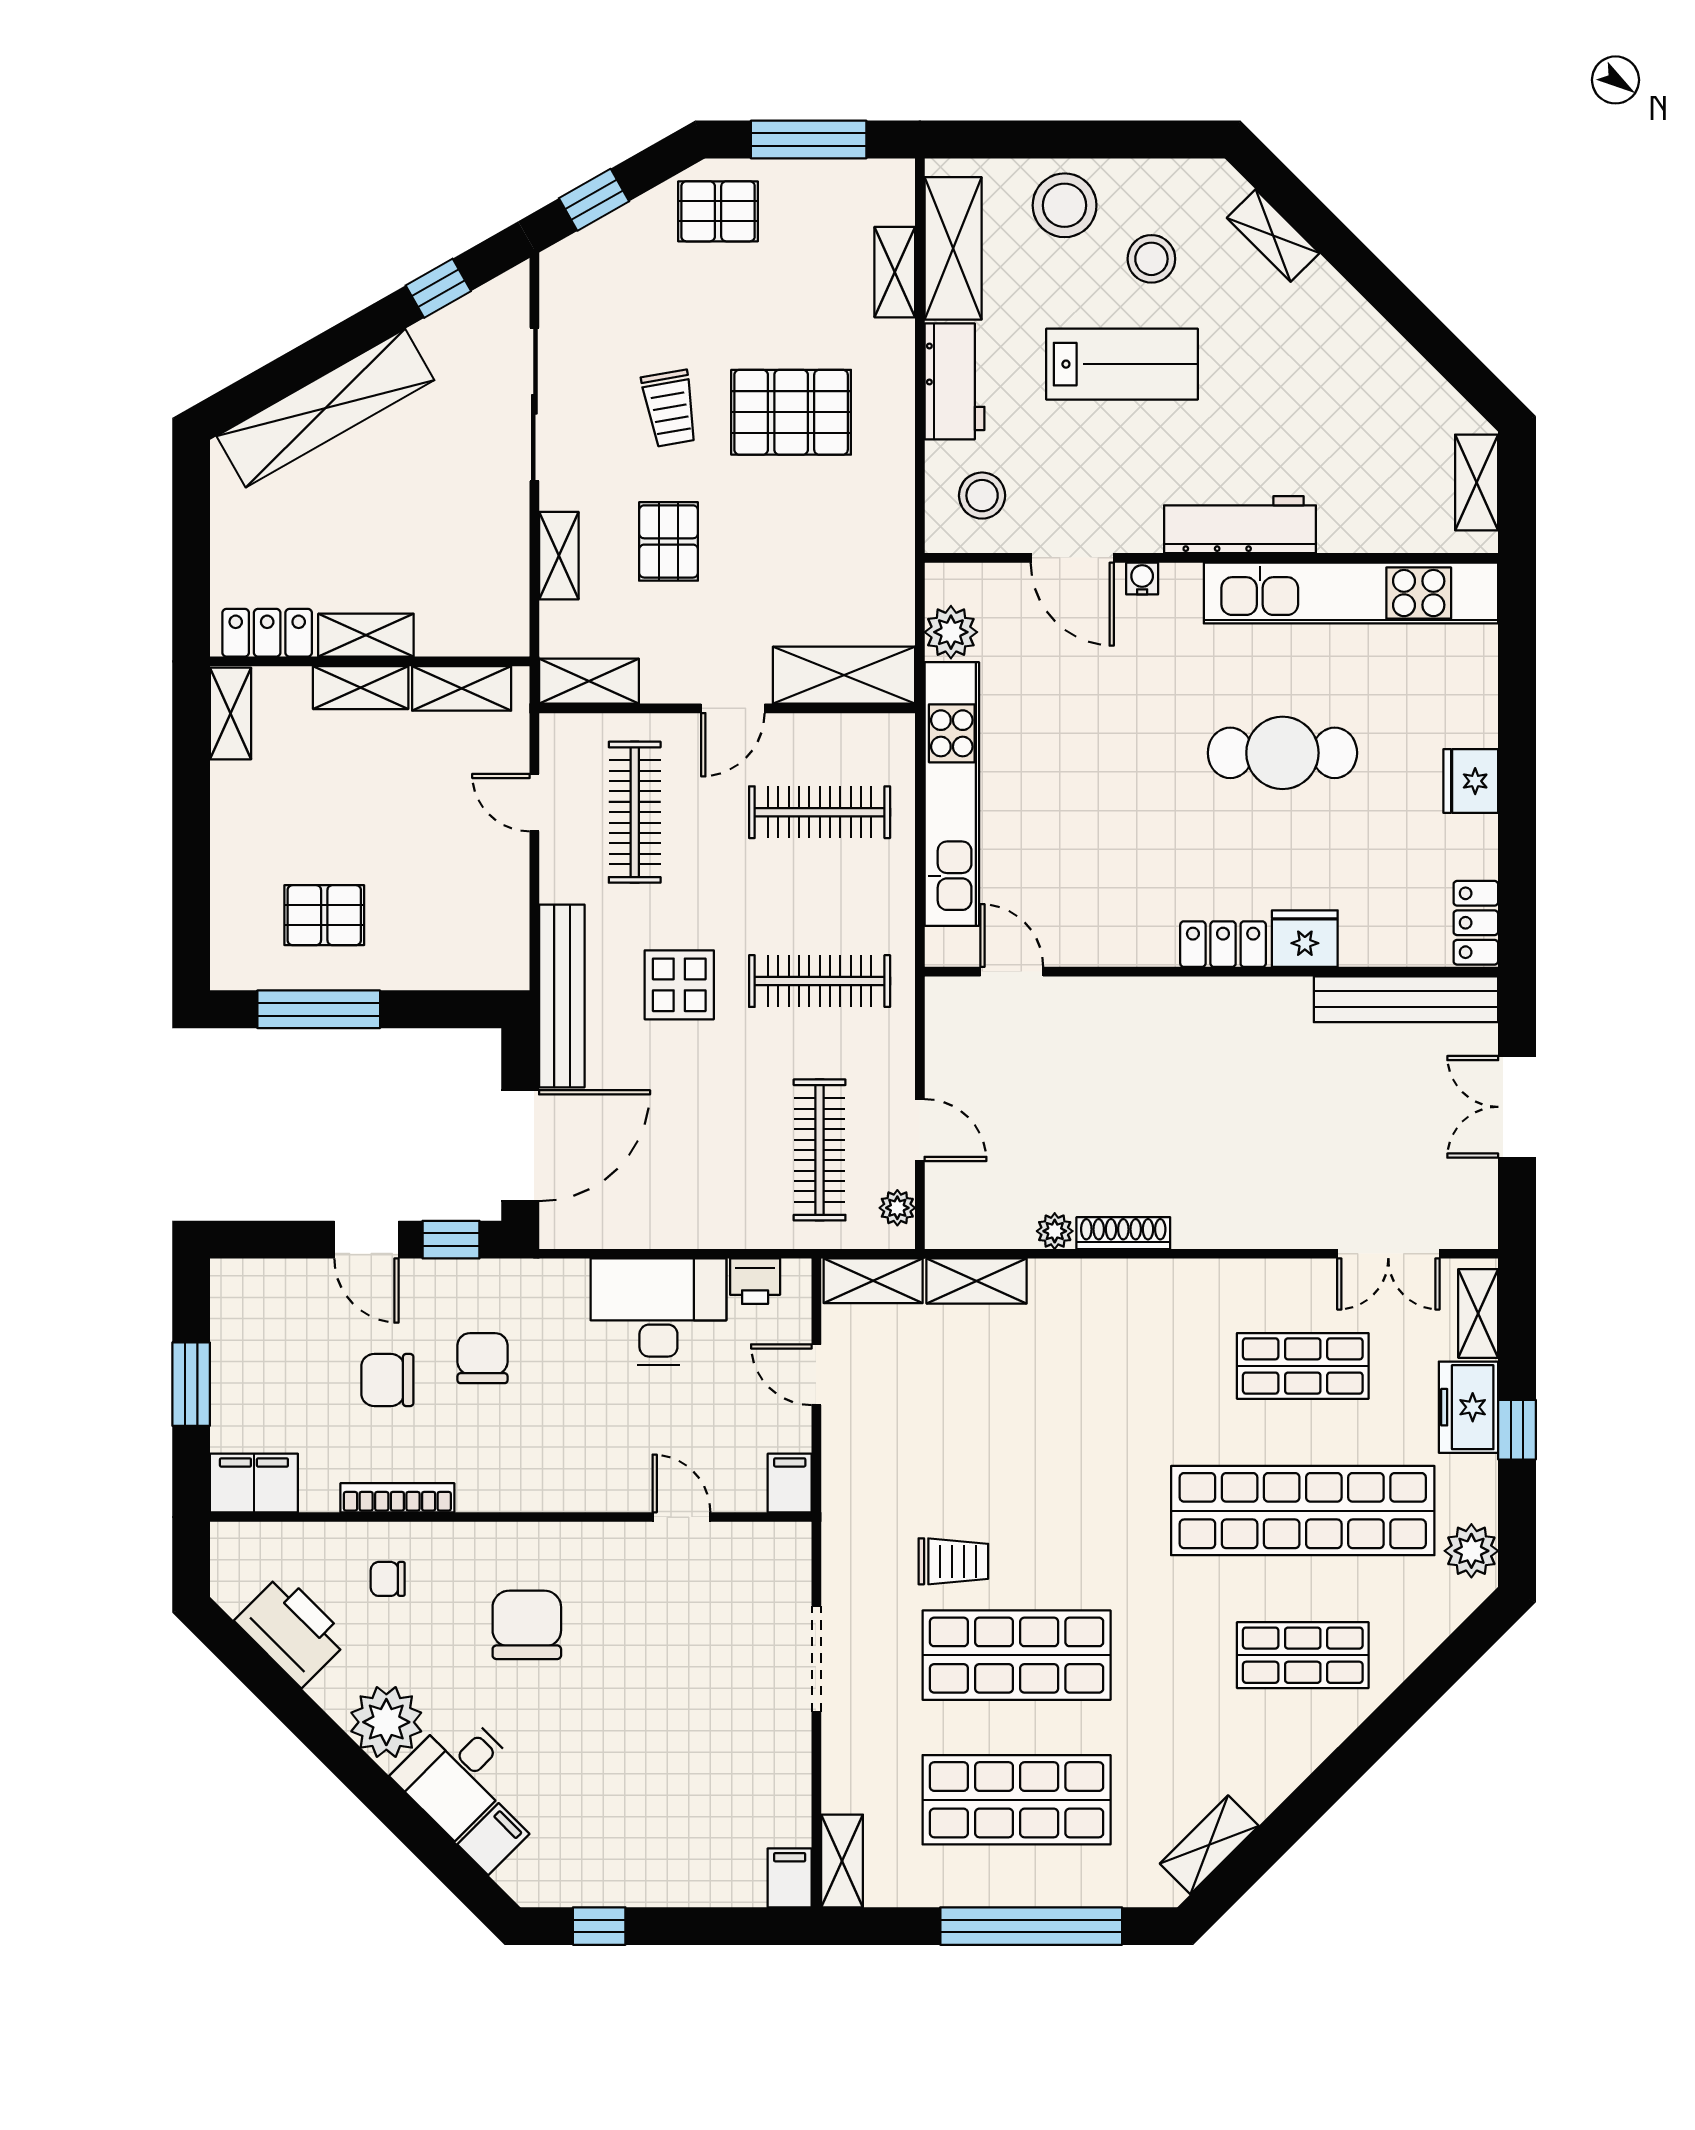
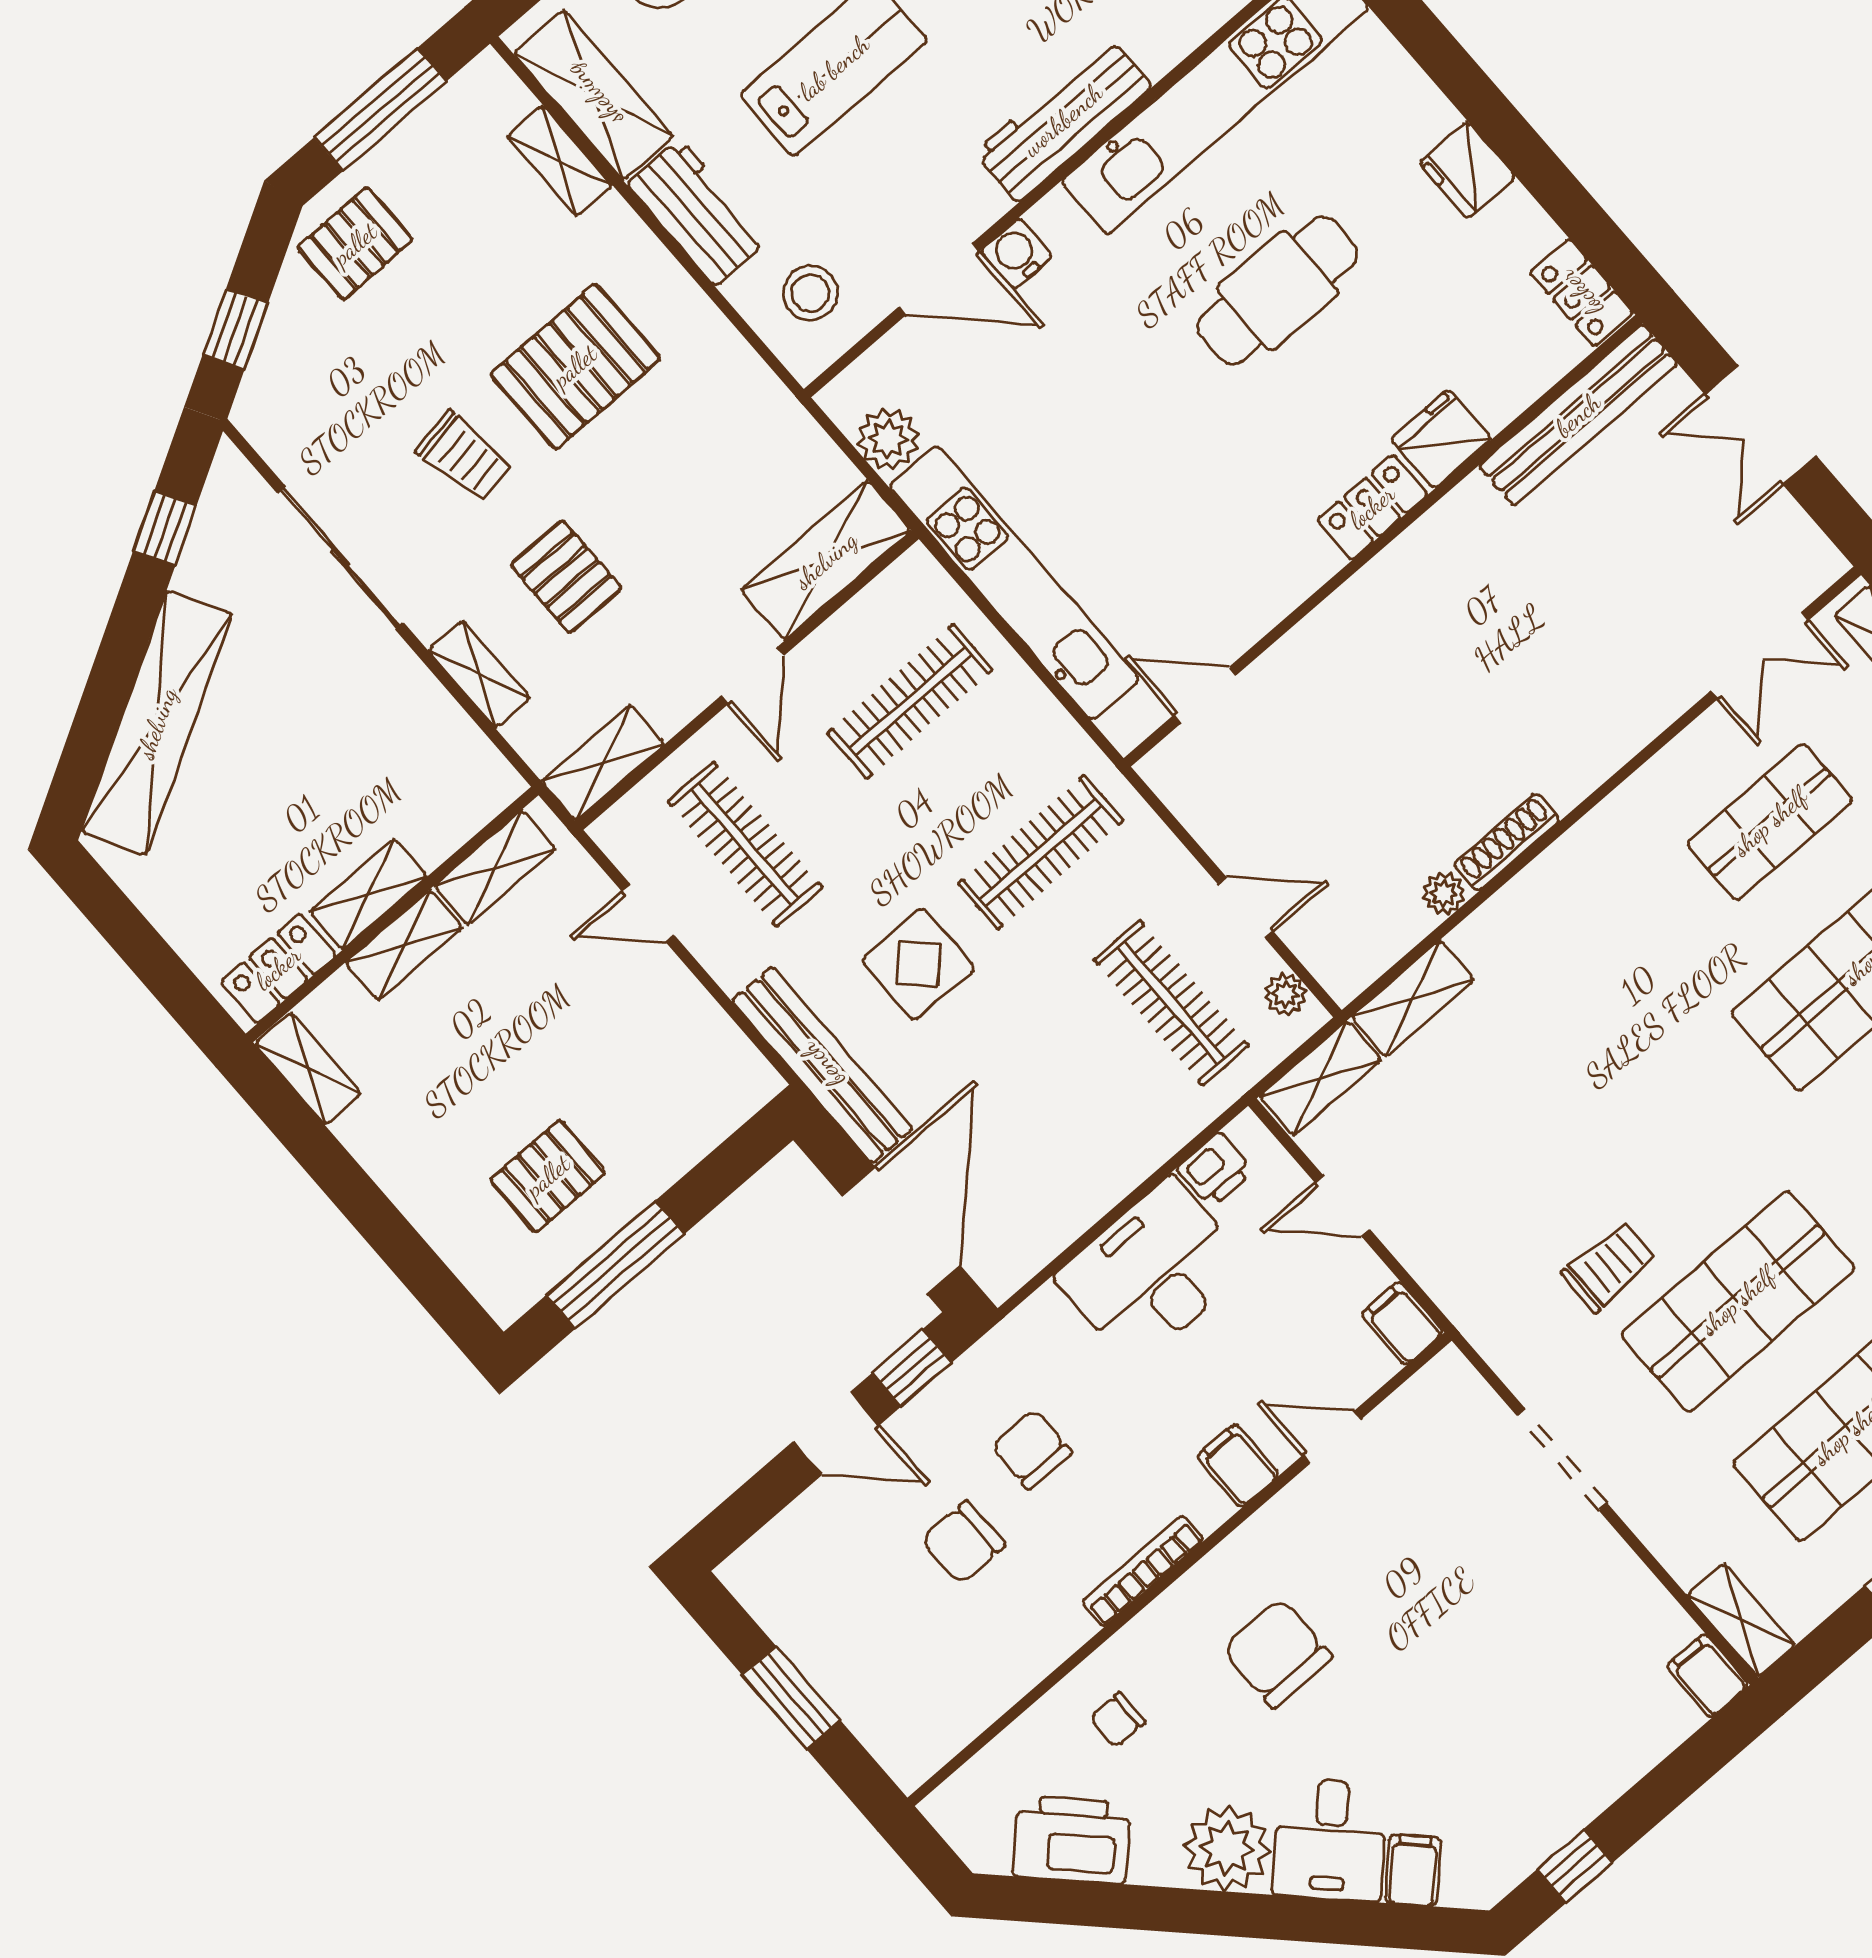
water cooler: (1142, 579) -> (1017, 254), width x1.38, depth x1.38
filing cabinet: (254, 1483) -> (1238, 1466), moved, width x0.50
bookcase: (397, 1498) -> (1143, 1571), moved

